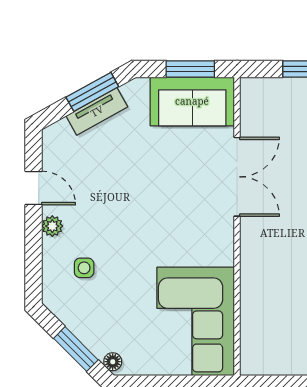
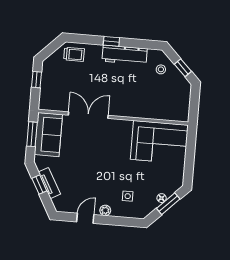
window: (92, 92) -> (39, 185), width x0.67
floor lamp: (113, 362) -> (162, 198), moved

